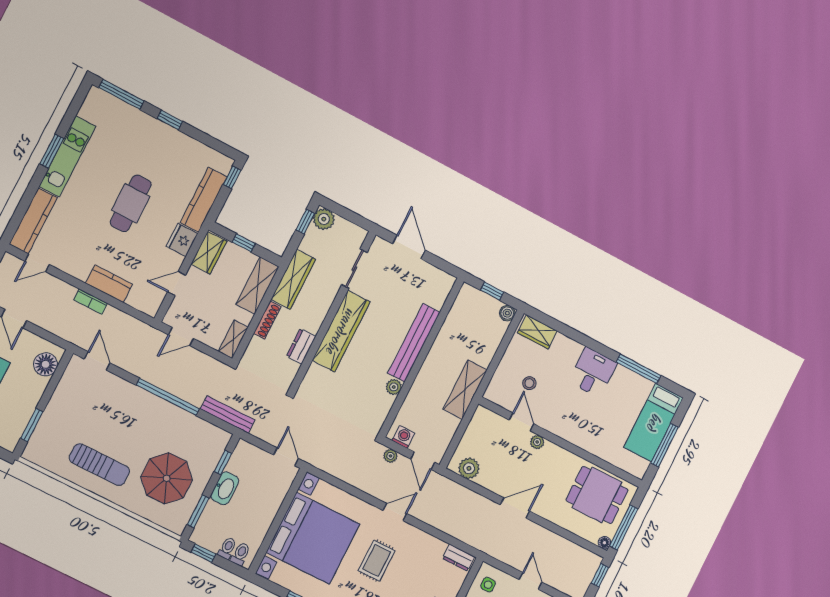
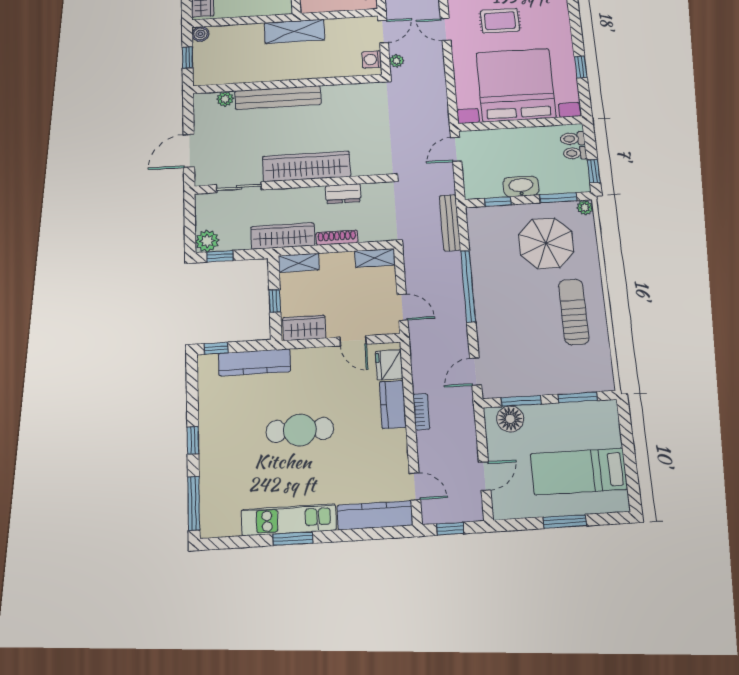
fridge: (182, 240) -> (389, 365), moved, turned 90
shelving: (258, 286) -> (299, 263), width x0.67, depth x0.75
window: (54, 381) -> (521, 401), added
plant: (394, 387) -> (225, 99), moved
plant: (178, 527) -> (585, 208), added

